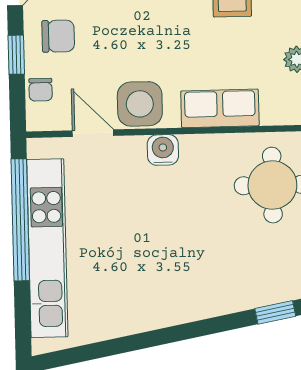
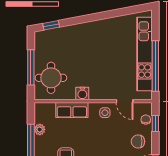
window: (16, 55) -> (155, 123), moved
side table: (140, 104) -> (105, 113), width x0.54, depth x0.54
water cooler: (163, 150) -> (82, 93), moved

